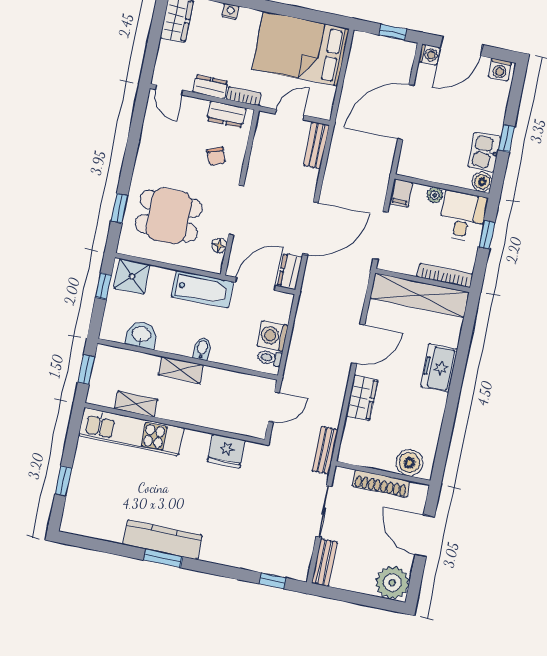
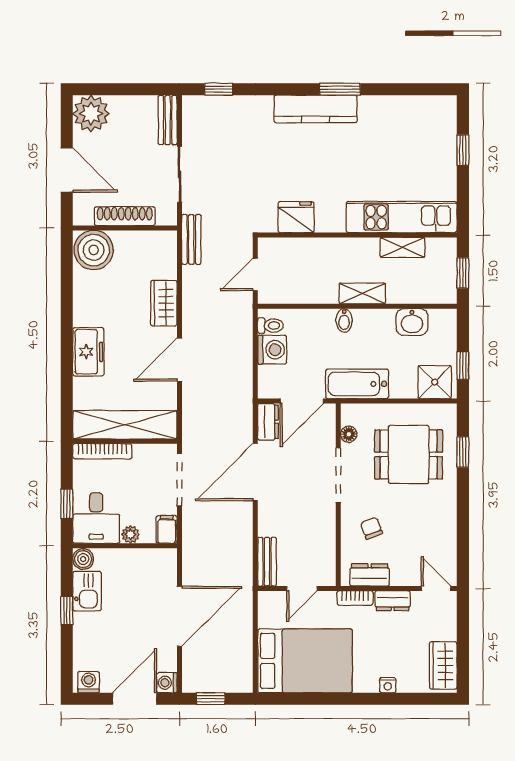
boiler: (410, 463) -> (94, 250), width x1.37, depth x1.37
kitchen counter: (162, 540) -> (316, 109), moved

